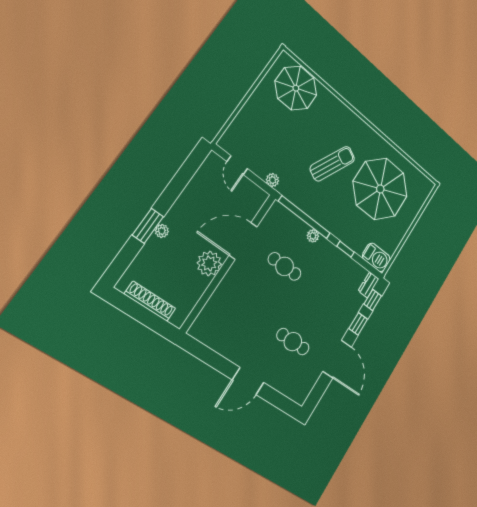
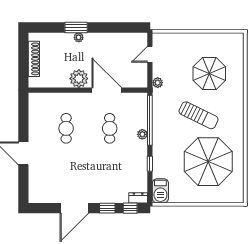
parasol: (296, 88) -> (209, 73), moved
cafe table: (293, 342) -> (66, 128), moved

